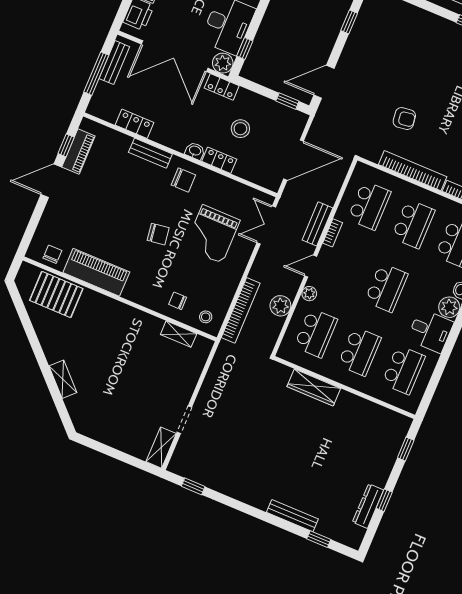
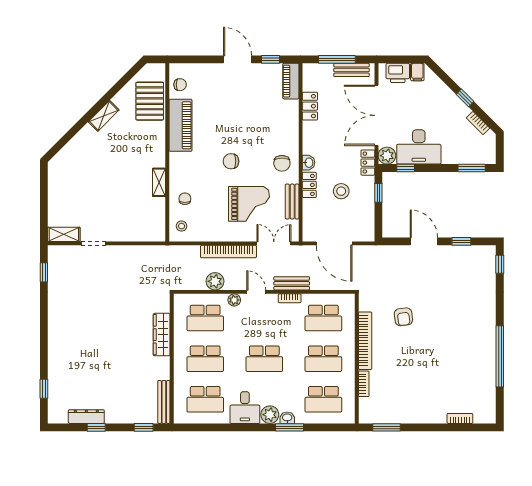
door: (324, 82) -> (424, 241), moved
window: (287, 101) -> (378, 193), moved
piano: (78, 151) -> (291, 81), moved, turned 90
bench: (150, 153) -> (292, 201), moved
chair: (158, 234) -> (231, 161), turned 98
grand piano: (212, 234) -> (249, 204), turned 180
bookcase: (241, 310) -> (228, 252), moved
shelving: (179, 334) -> (159, 182), moved
shelving: (63, 379) -> (104, 116), moved
bench: (292, 516) -> (164, 402), moved

